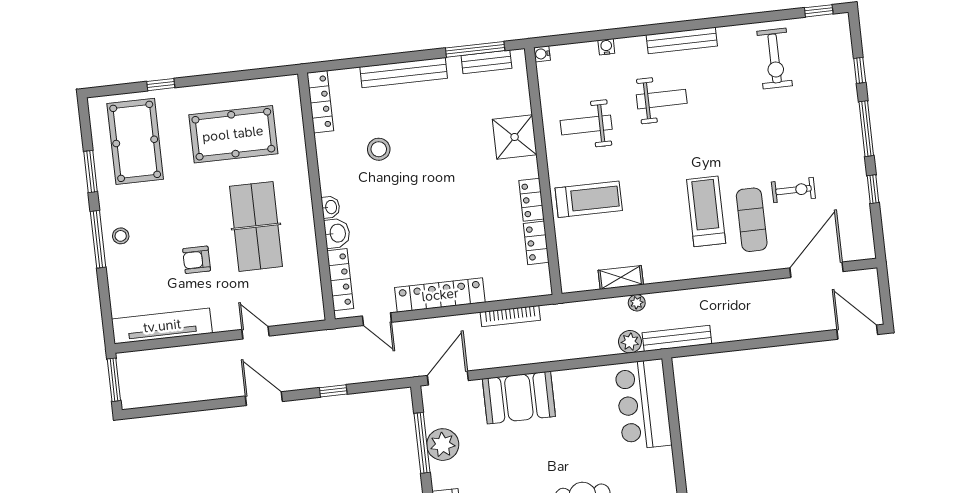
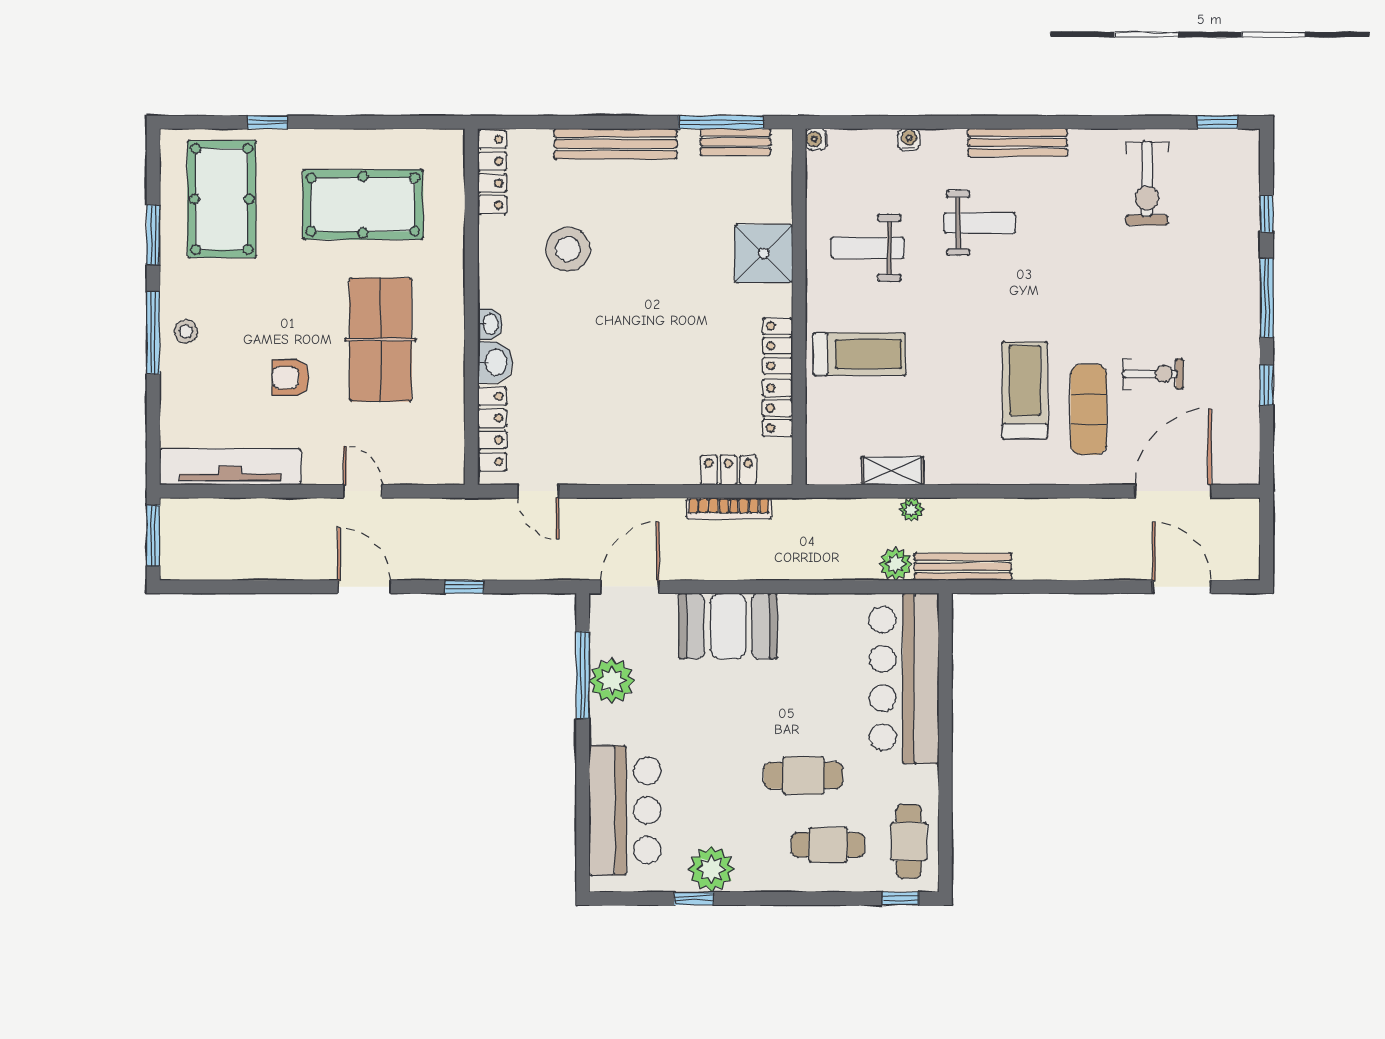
stool: (379, 149) -> (568, 249), width x1.38, depth x1.38
locker: (440, 295) -> (728, 470), moved, width x0.46, depth x0.83
door: (857, 332) -> (1182, 587), moved
bar counter: (643, 404) -> (904, 678), width x1.36

